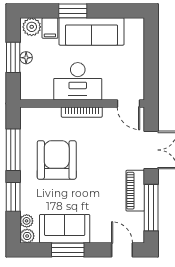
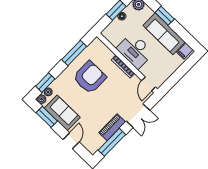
filing cabinet: (50, 28) -> (185, 51), moved
window: (13, 197) -> (45, 83), moved
window: (68, 250) -> (47, 117), moved
door: (122, 250) -> (71, 141), moved

